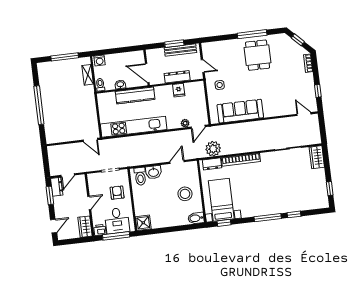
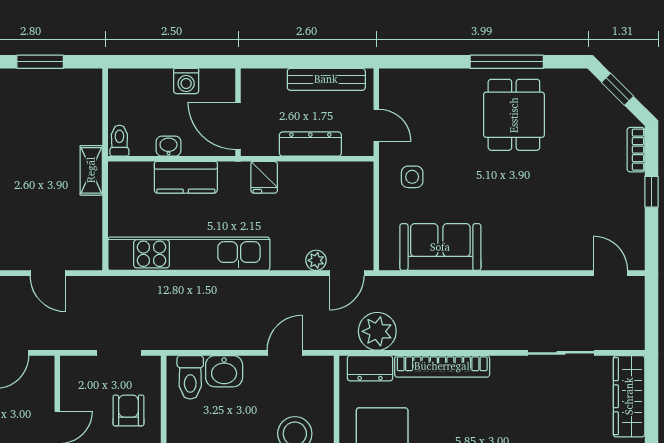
window: (174, 44) -> (313, 62), removed
window: (65, 57) -> (40, 62), width x0.69
washing machine: (100, 60) -> (186, 81), moved
shelving: (88, 75) -> (91, 170), moved
fridge: (179, 90) -> (264, 177), moved
window: (318, 91) -> (651, 192), moved
kitchen counter: (135, 95) -> (186, 177), width x0.67
sofa: (240, 111) -> (440, 247), width x0.73
door: (90, 140) -> (48, 273), moved
wardrobe: (317, 157) -> (629, 396), width x1.50

